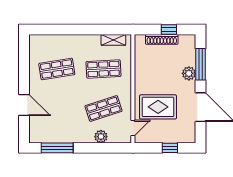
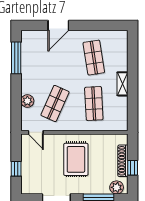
shelving: (113, 40) -> (122, 84), moved
plant: (189, 73) -> (117, 187), moved
rug: (158, 107) -> (76, 159), moved
shop shelf: (104, 108) -> (55, 104), turned 42

